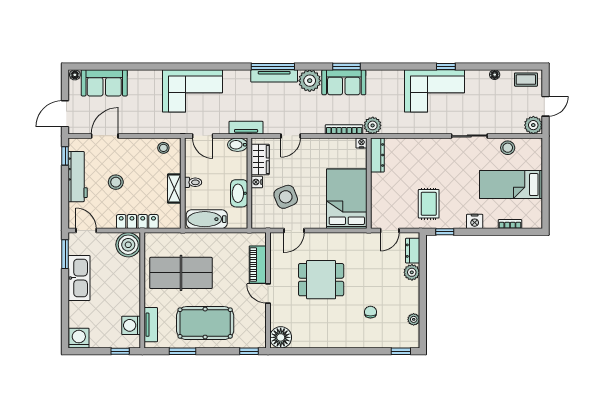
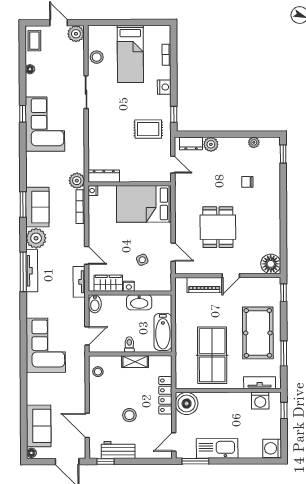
tv unit: (246, 128) -> (79, 282), moved
workbench: (78, 177) -> (118, 450), width x0.73
side table: (286, 197) -> (142, 260), width x0.54, depth x0.54

